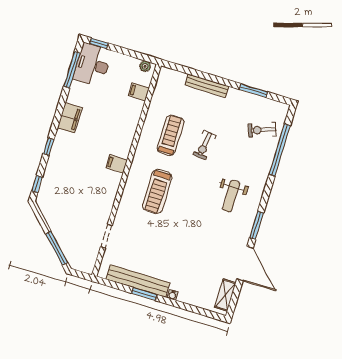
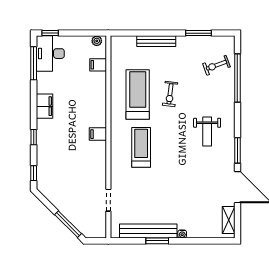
treadmill: (171, 135) -> (138, 94), width x1.37, depth x1.38
treadmill: (157, 191) -> (141, 147), turned 180

